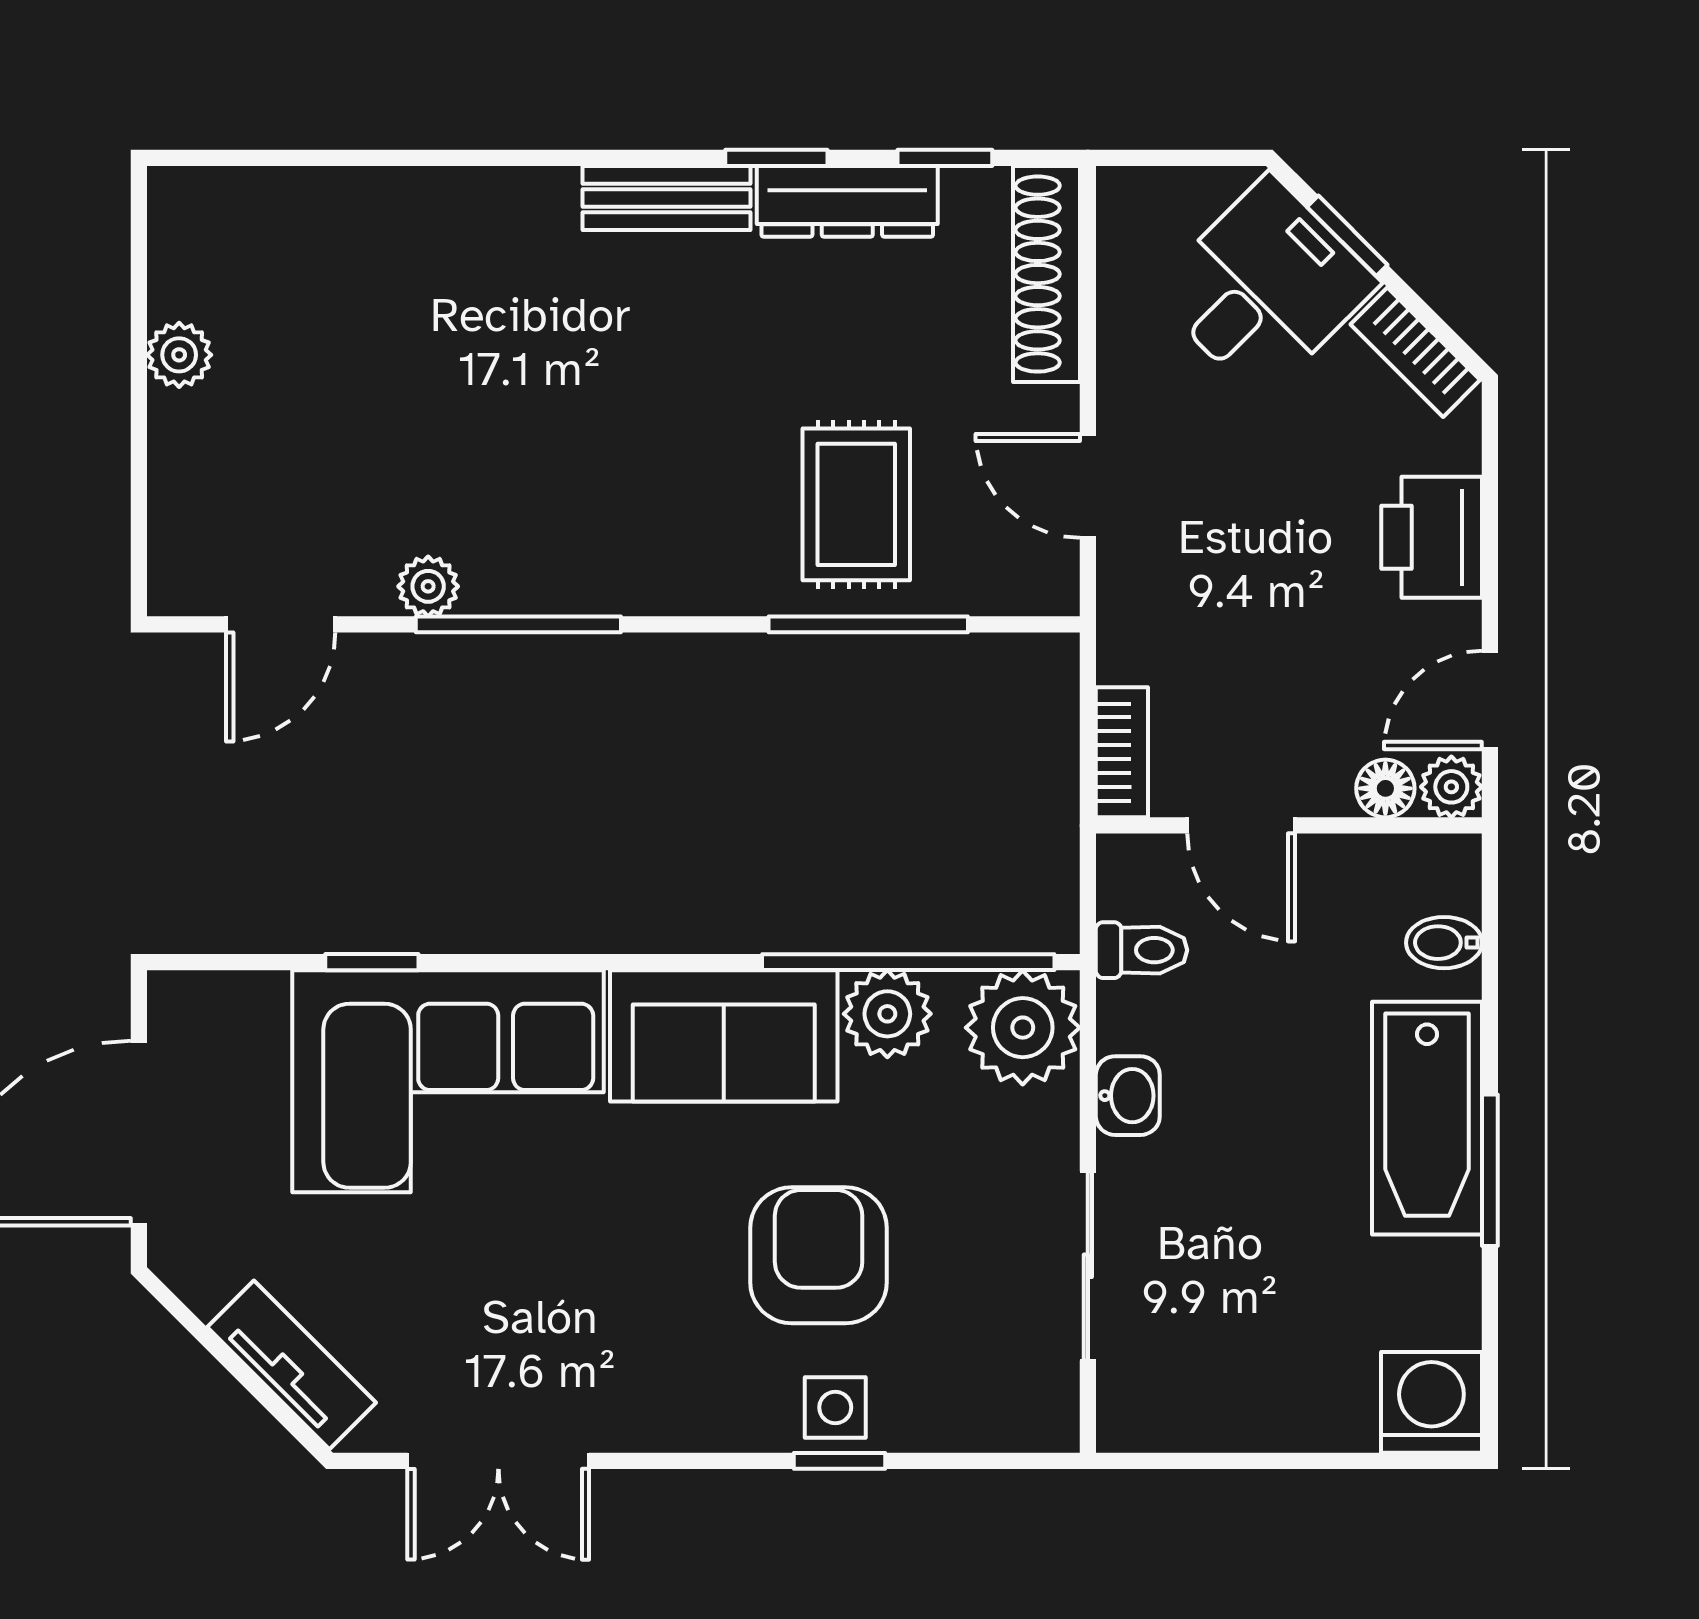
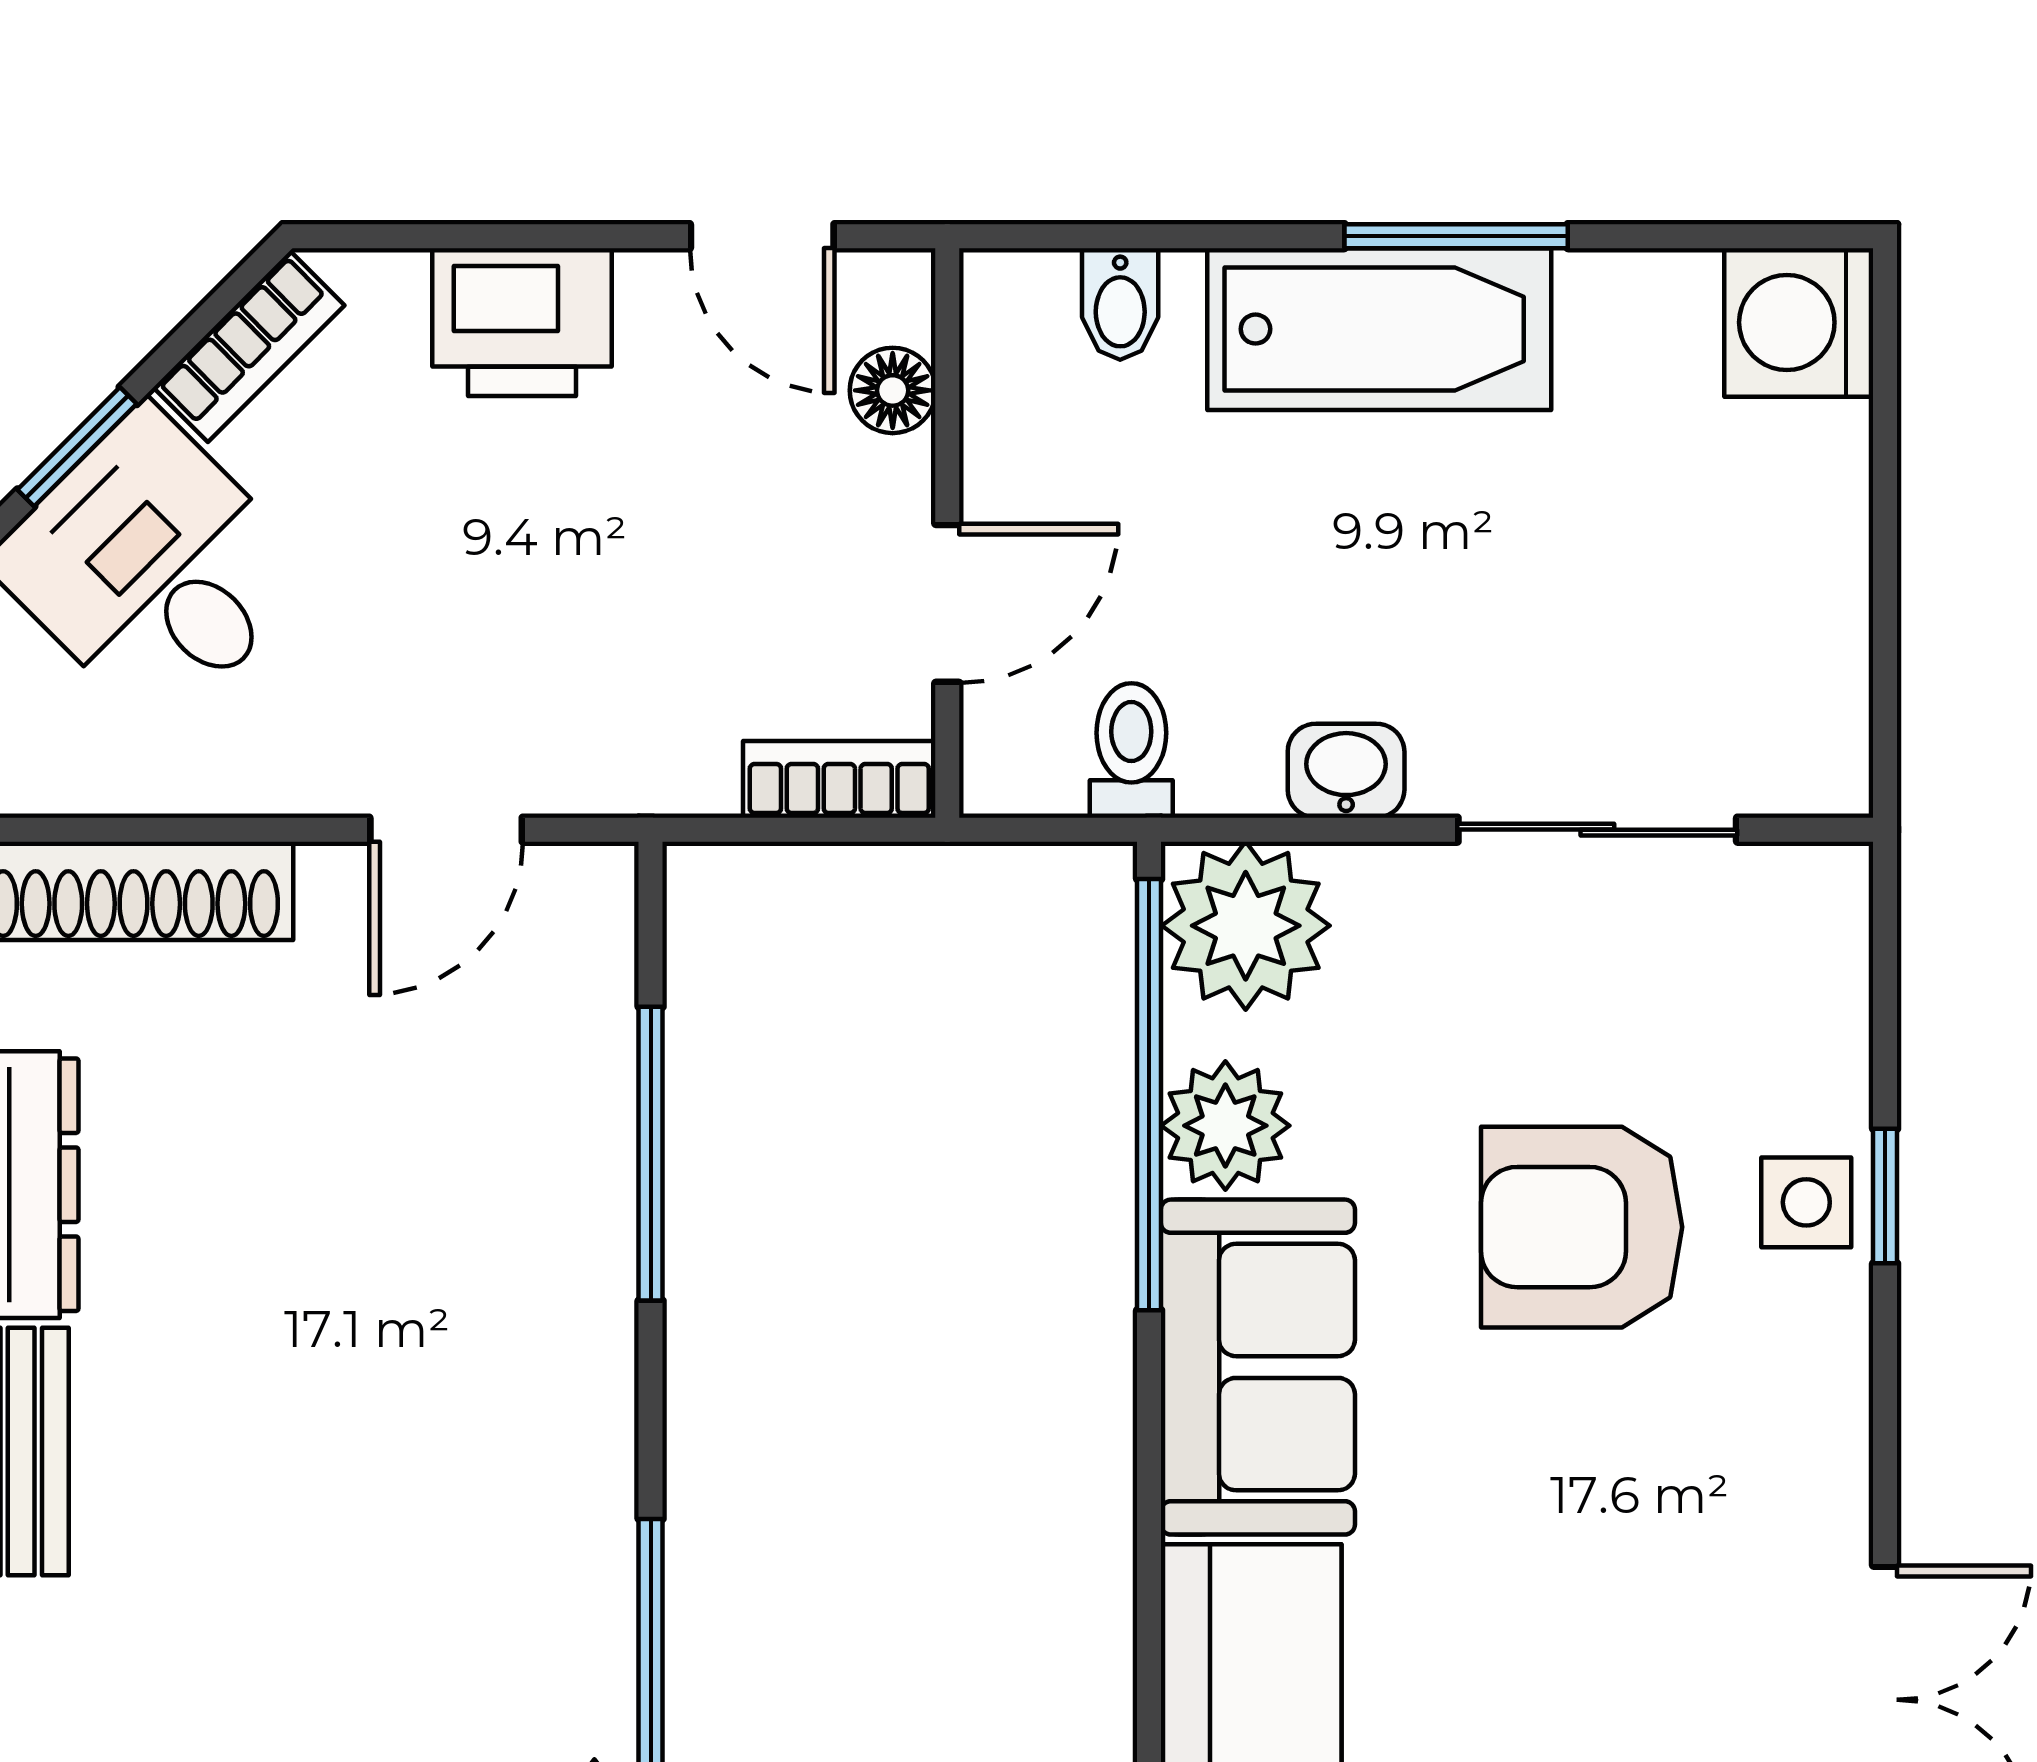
rug: (856, 504) -> (473, 1171), removed
plant: (1451, 787) -> (890, 293), removed

